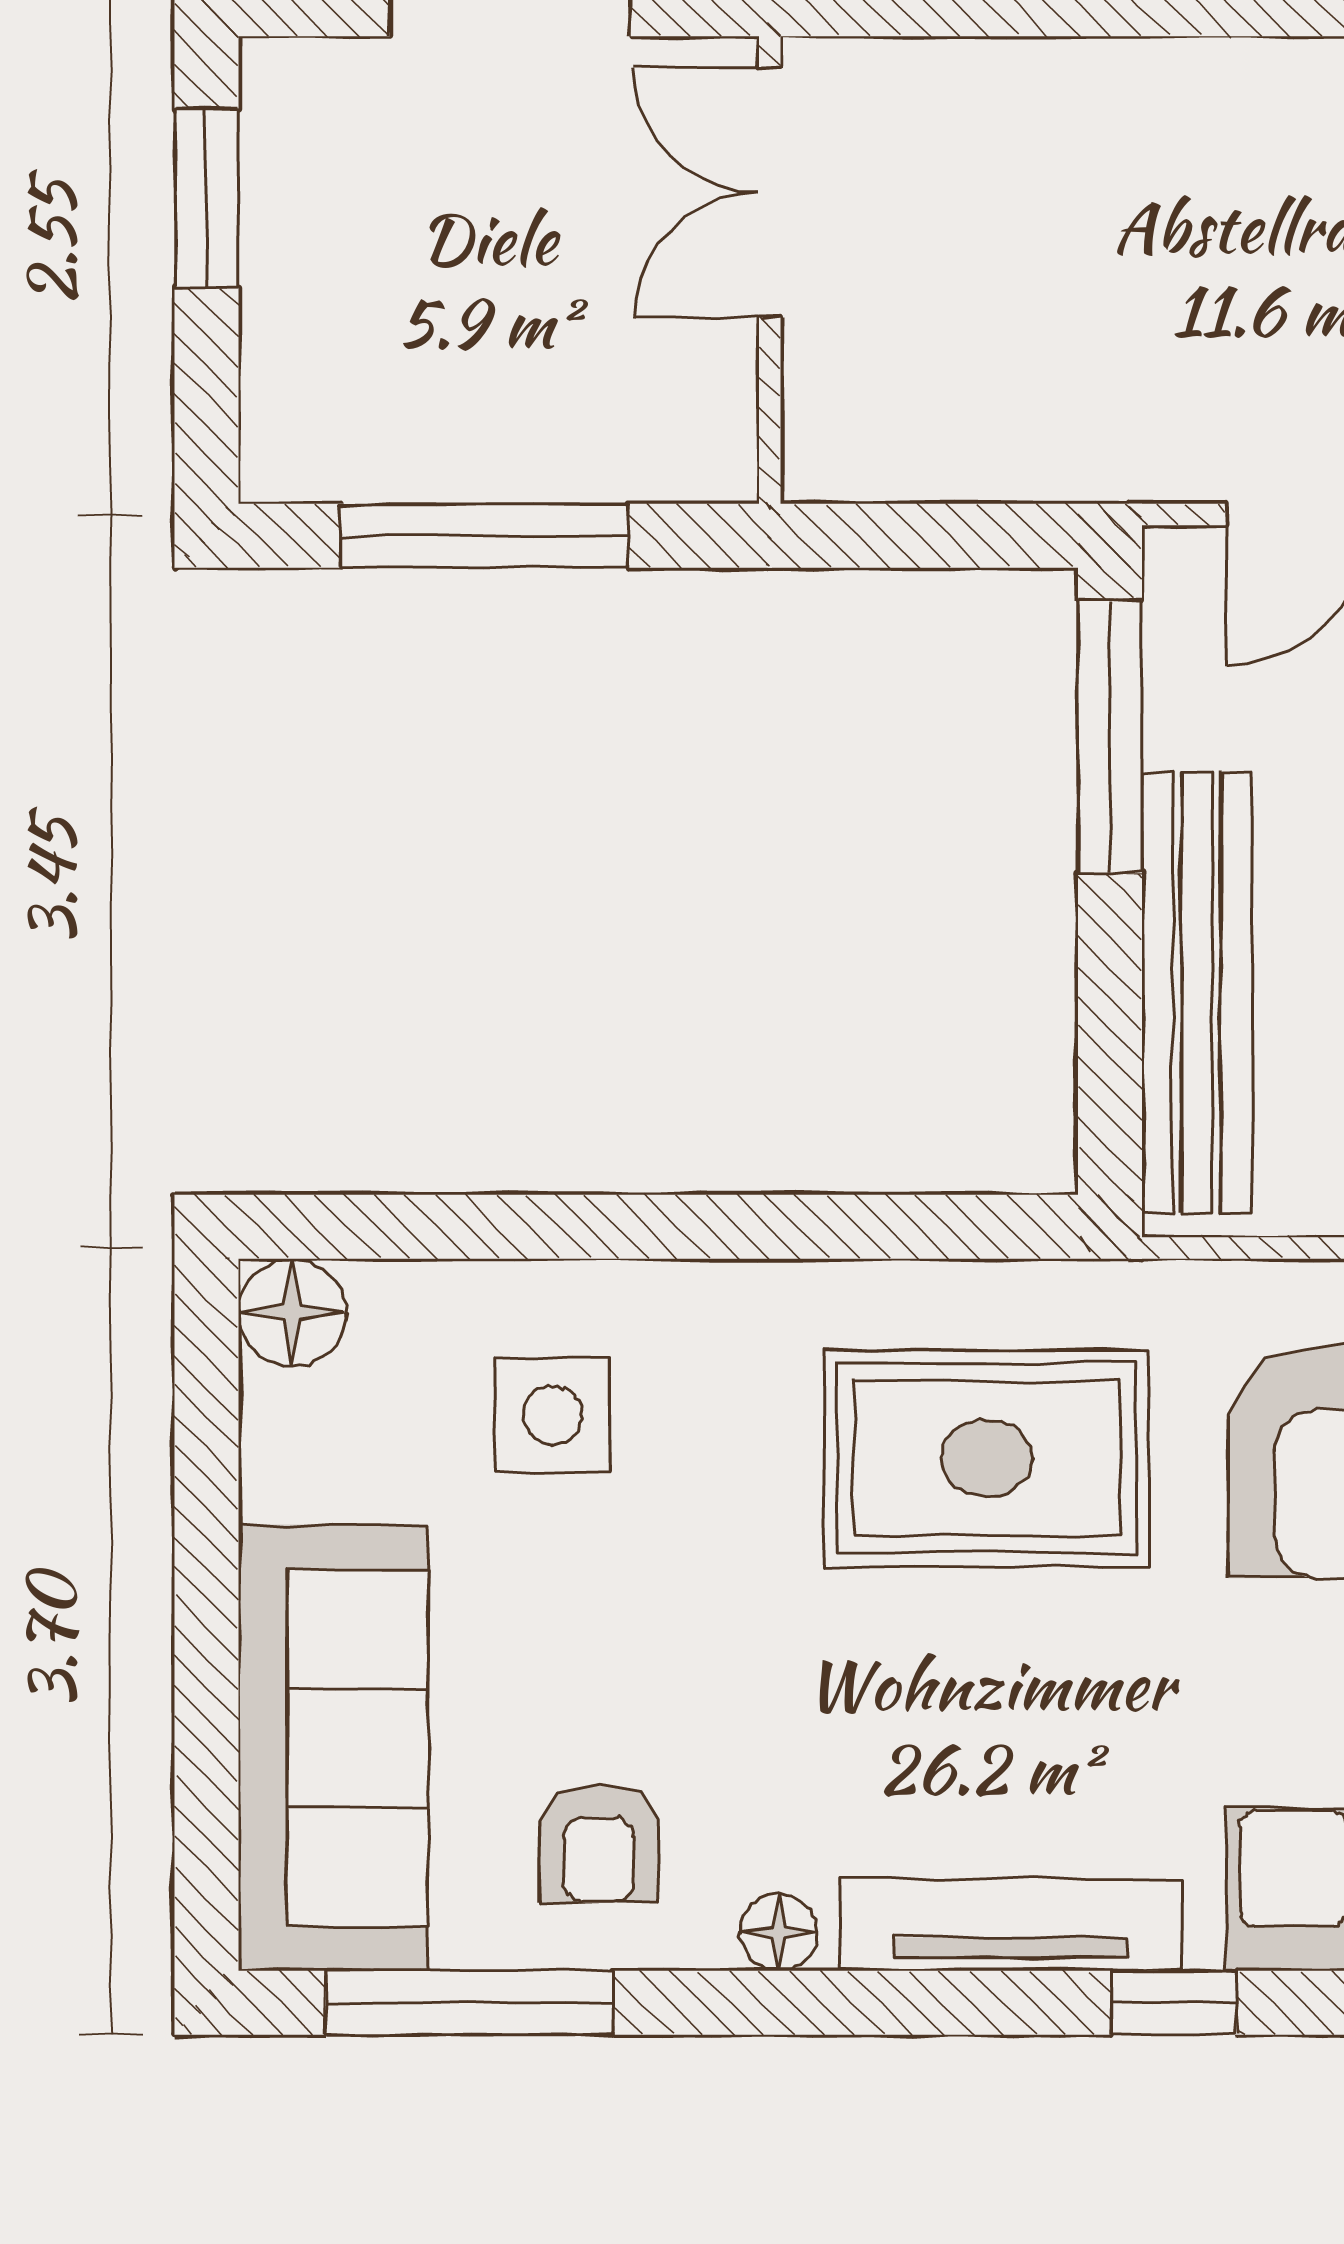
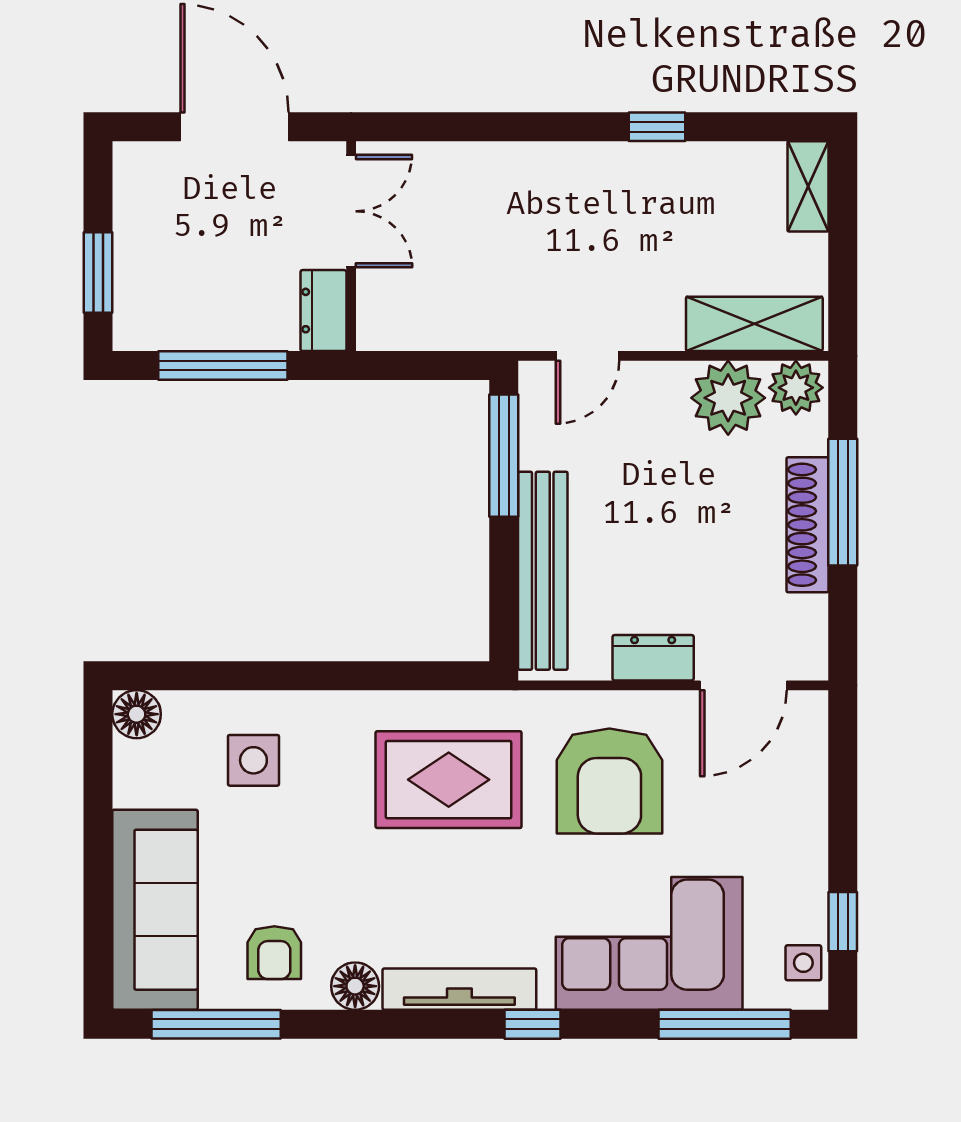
double door: (770, 192) -> (351, 211), swing flipped
window: (206, 199) -> (98, 272), moved
dresser: (708, 414) -> (323, 311), added
floor lamp: (779, 1932) -> (355, 986), width x1.37, depth x1.37

